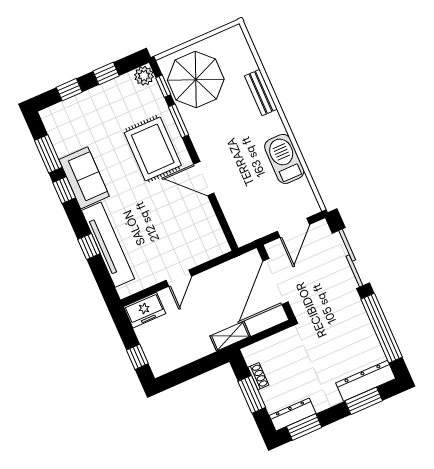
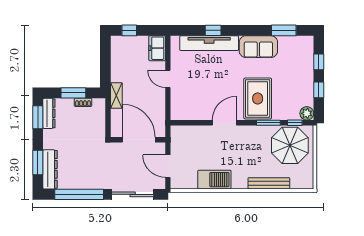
bench: (261, 93) -> (269, 183), width x1.36
rug: (153, 149) -> (258, 98), turned 90
window: (64, 190) -> (256, 30), removed

